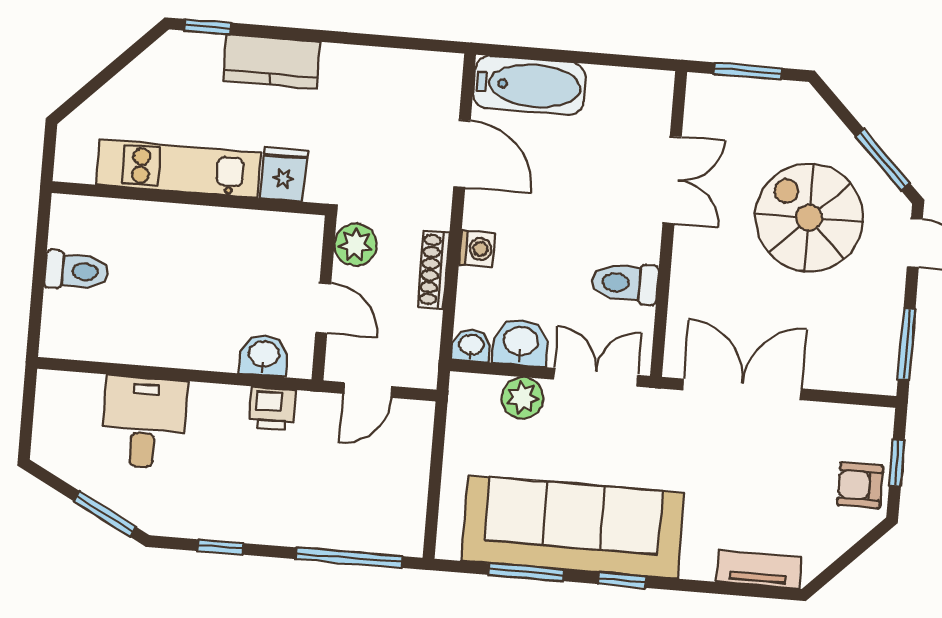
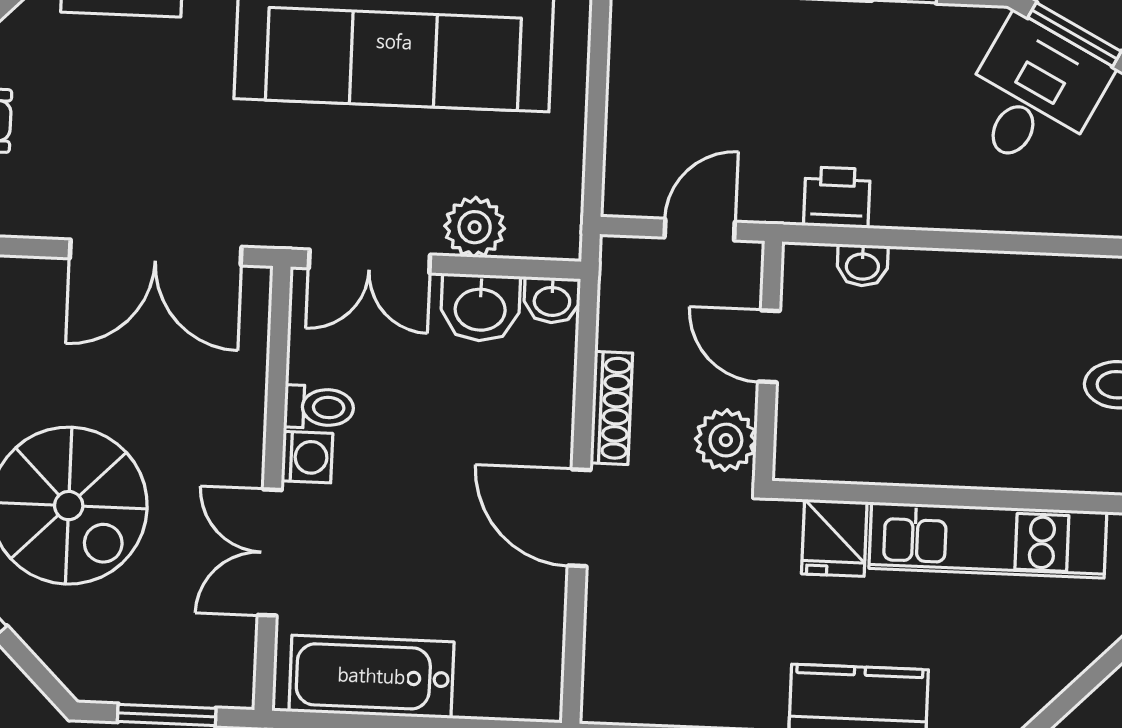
bathtub: (529, 85) -> (371, 677), moved
door: (462, 154) -> (579, 518), moved
washing machine: (477, 249) -> (307, 457), moved, turned 180
toilet: (625, 283) -> (319, 407), width x0.73, depth x0.72
washbasin: (264, 355) -> (862, 265), width x0.72, depth x0.69
desk: (144, 422) -> (1033, 95), moved, turned -152

